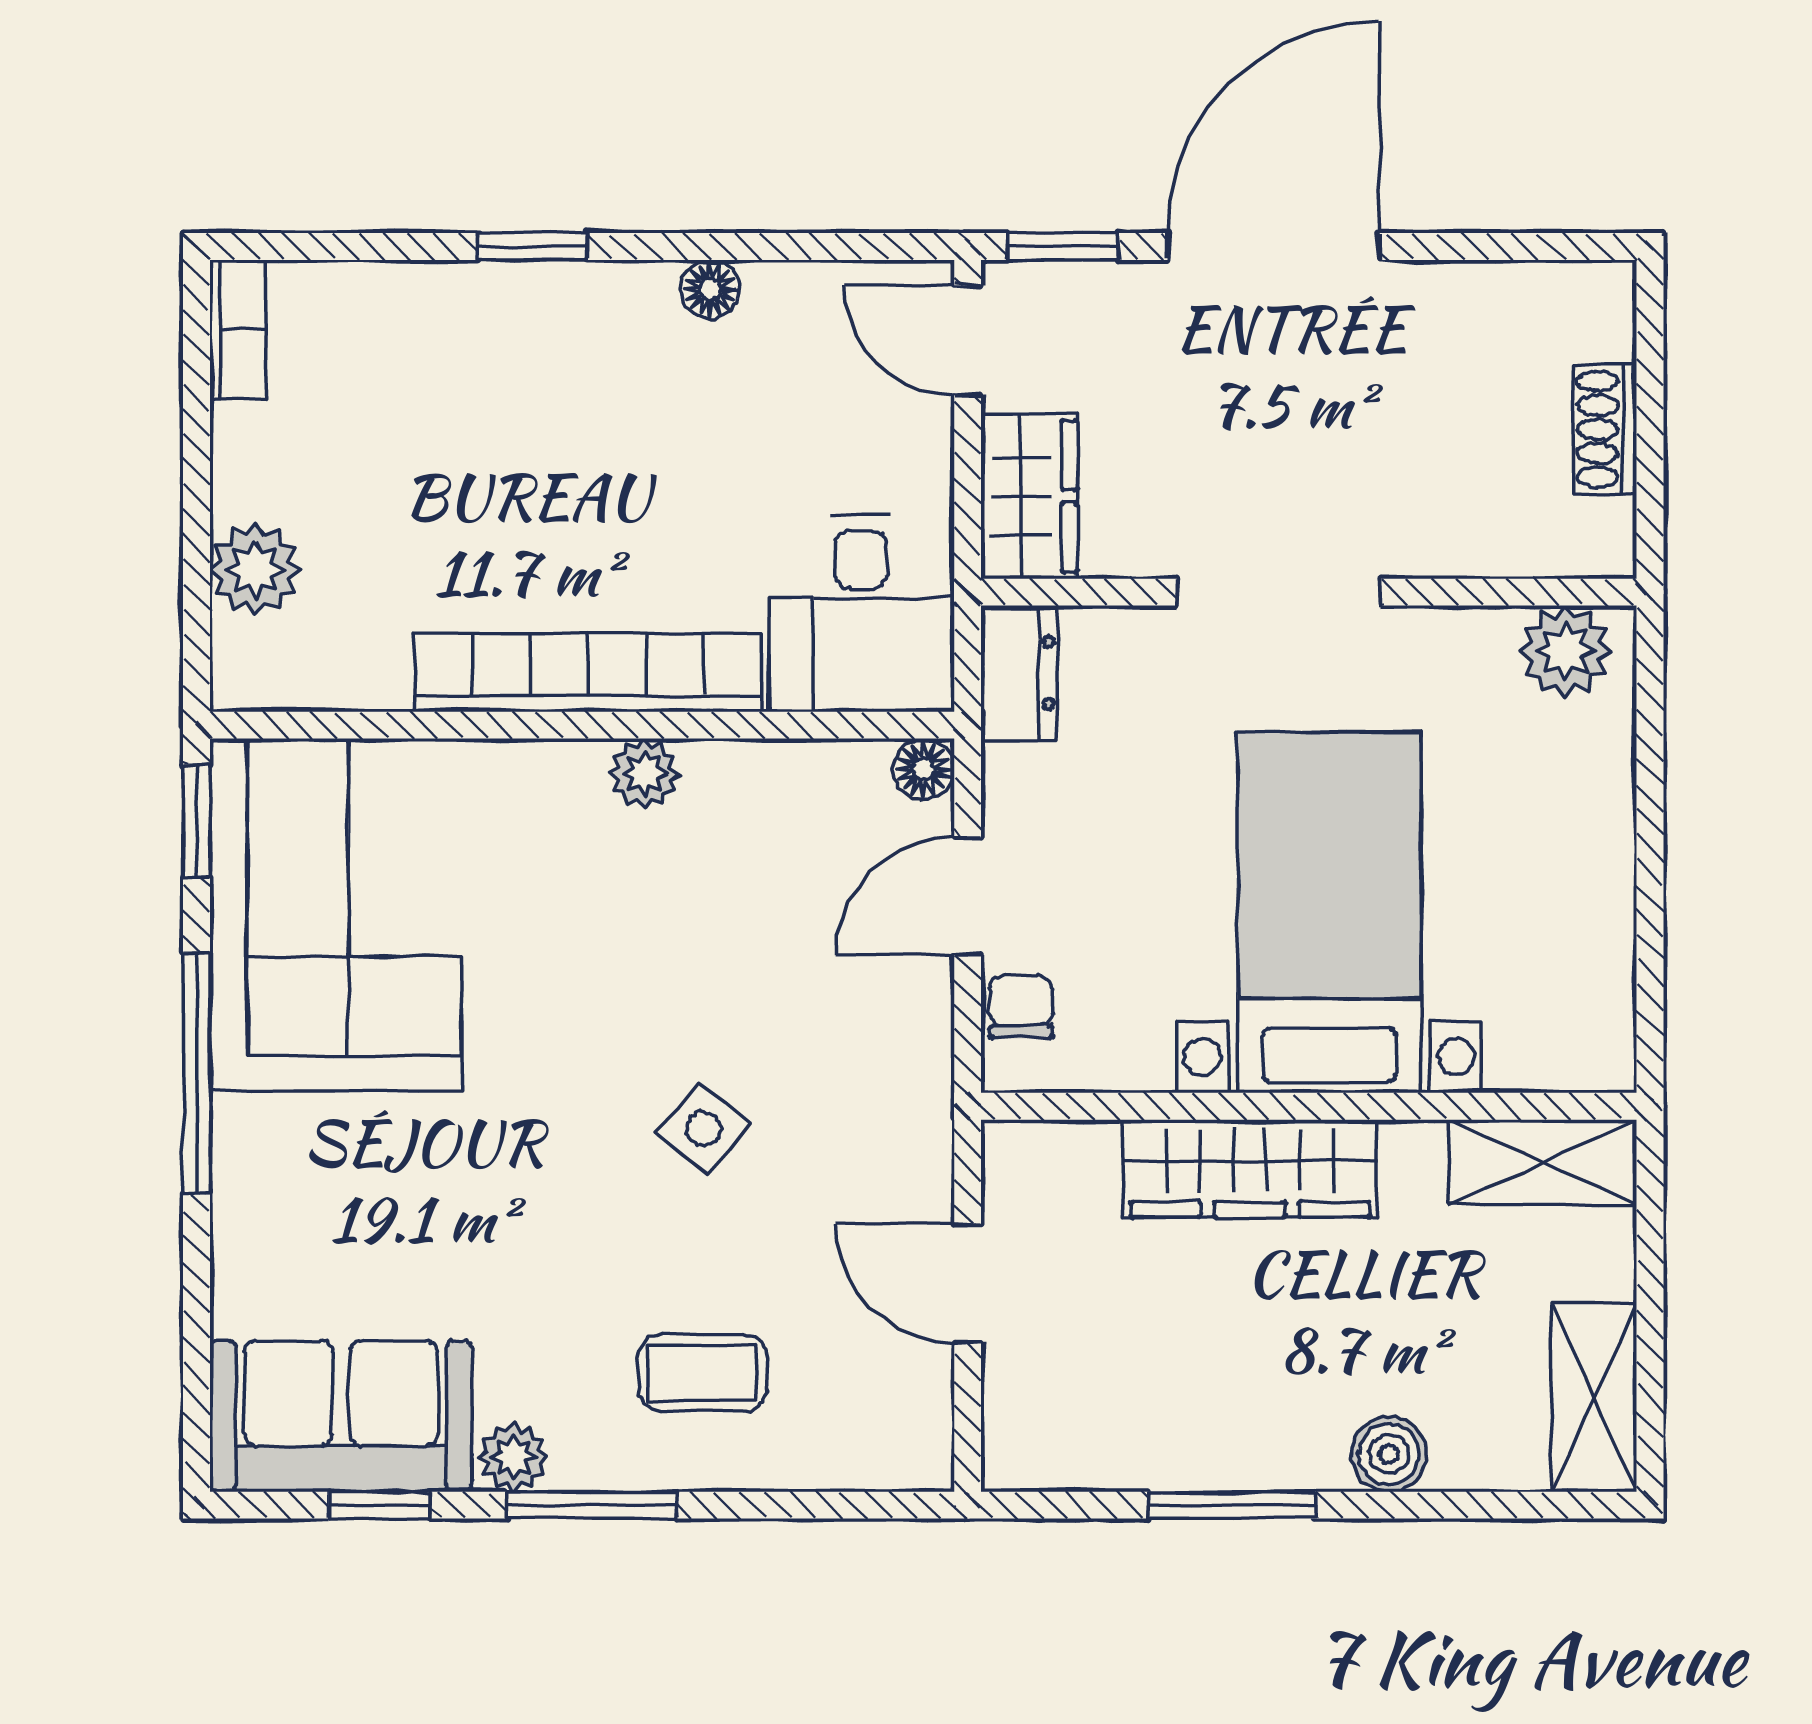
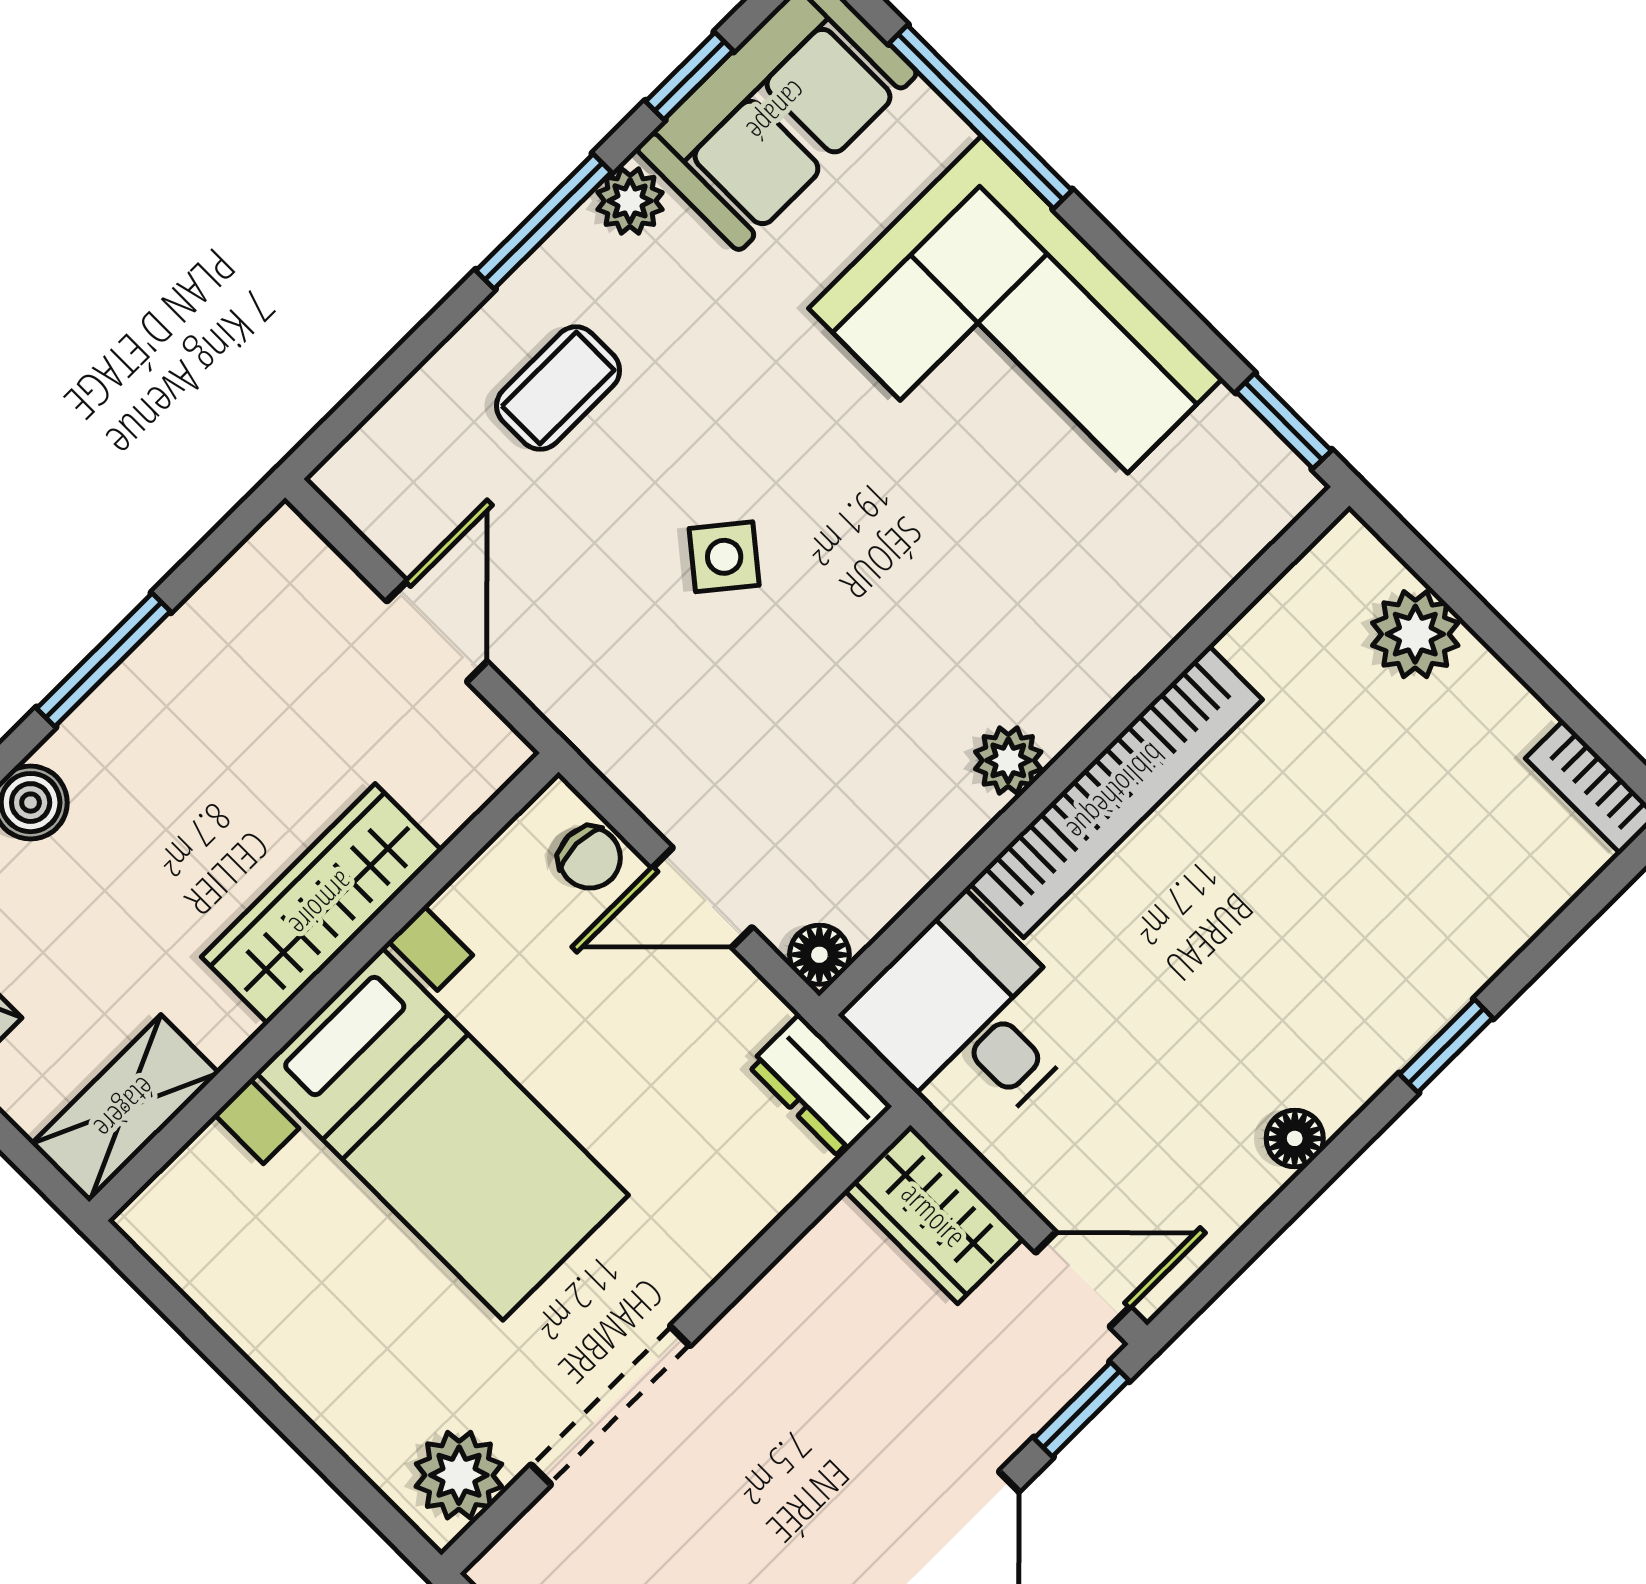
doorway: (1279, 592) -> (610, 1405), moved
door: (968, 896) -> (702, 898), swing flipped
corner sofa: (336, 915) -> (1016, 343), moved
window: (196, 1073) -> (980, 117), moved
door: (968, 1283) -> (437, 631), hinge flipped

